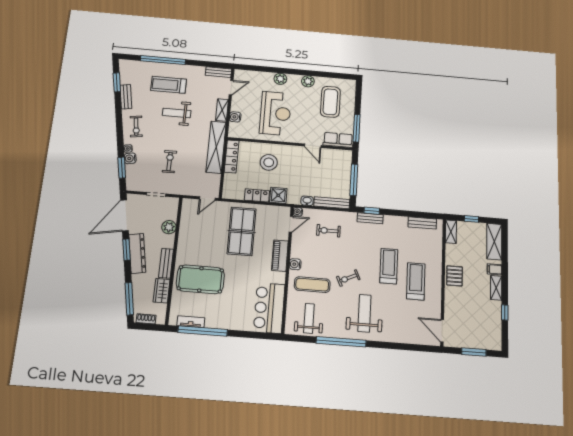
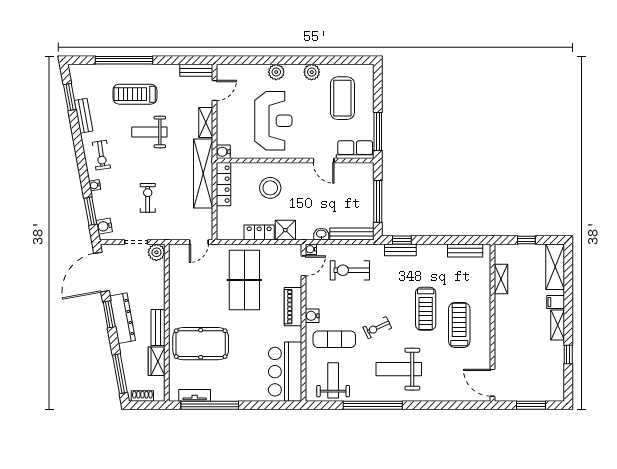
water cooler: (235, 117) -> (223, 152), moved
water cooler: (130, 158) -> (104, 226), moved
plant: (169, 227) -> (156, 252), moved
exercise bike: (328, 231) -> (350, 270), width x1.38, depth x1.39
shelving: (451, 232) -> (501, 279), moved
treadmill: (389, 266) -> (426, 309), turned 180
pallet: (455, 276) -> (506, 314), removed
weight bench: (364, 313) -> (399, 369), turned -90

